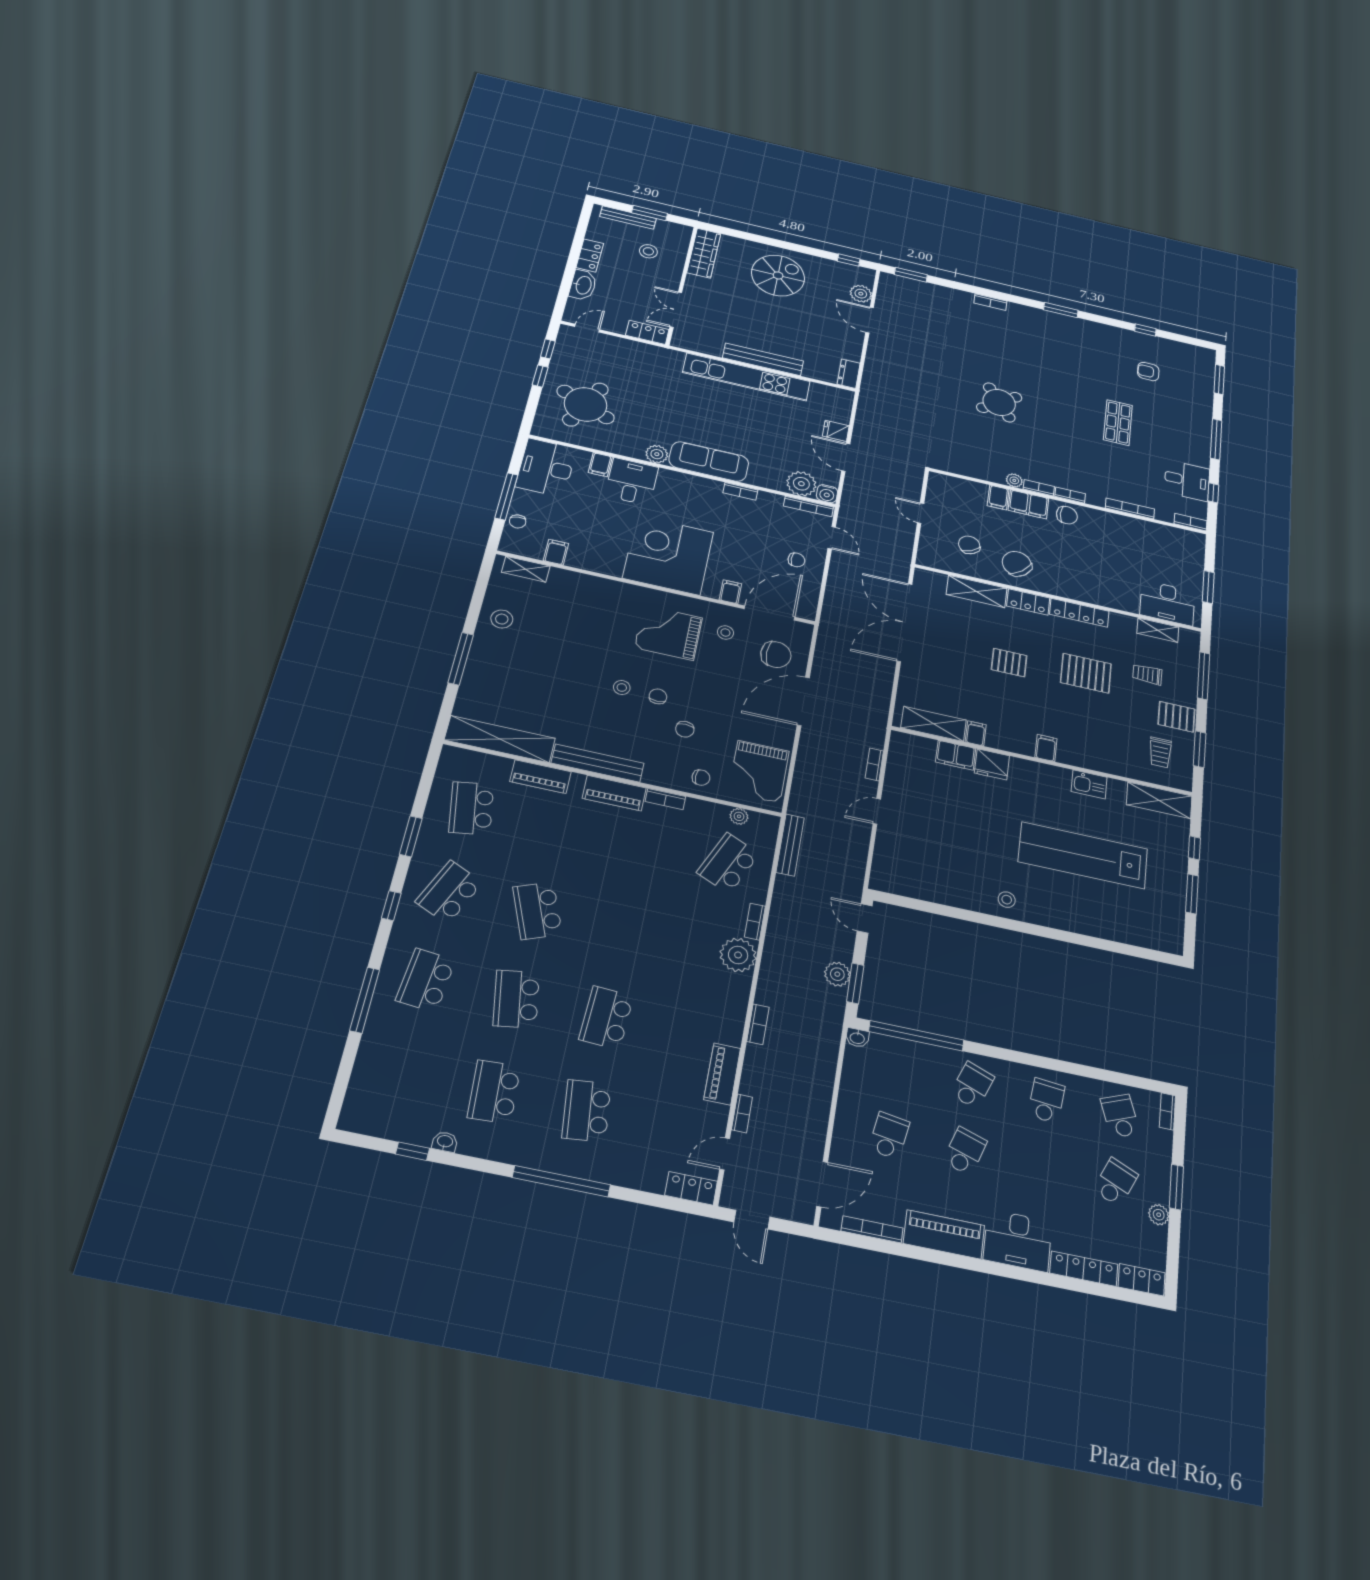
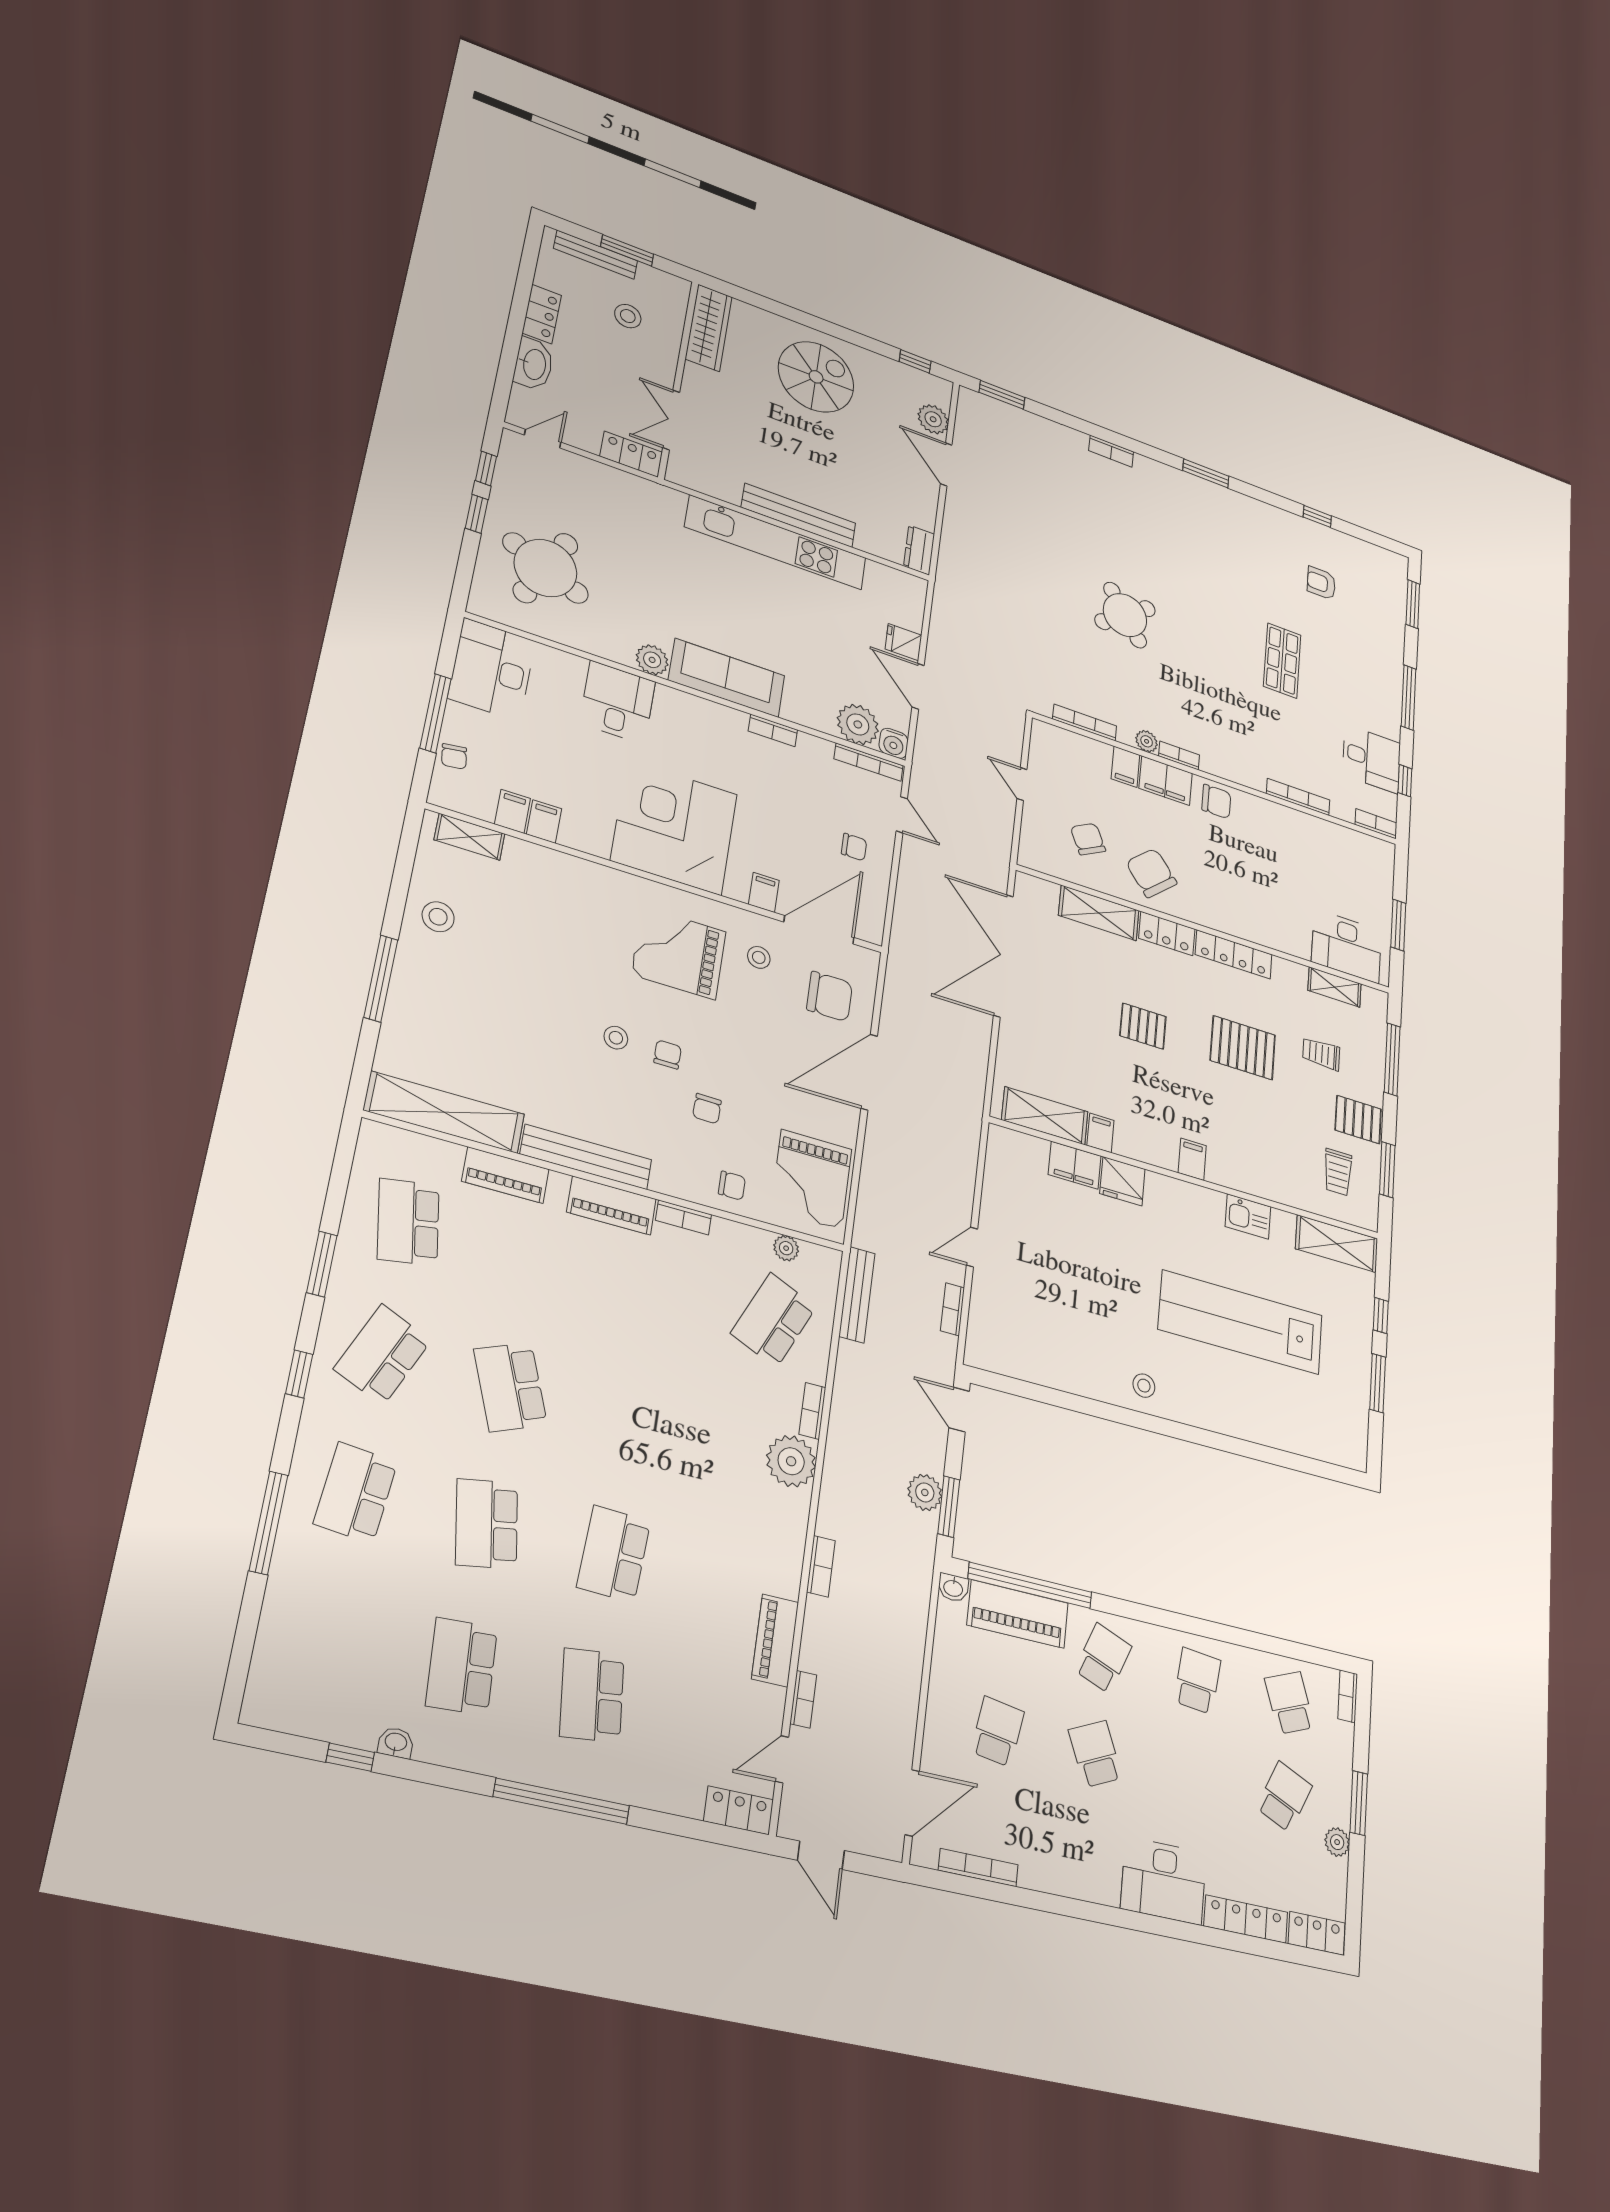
filing cabinet: (600, 465) -> (544, 821), moved, turned 180
bookcase: (1070, 495) -> (1085, 723), moved, width x1.56
bookcase: (874, 764) -> (953, 1309), moved
school desk: (965, 1151) -> (1095, 1754), turned -42
piano: (944, 1234) -> (1018, 1614), moved, turned 180

